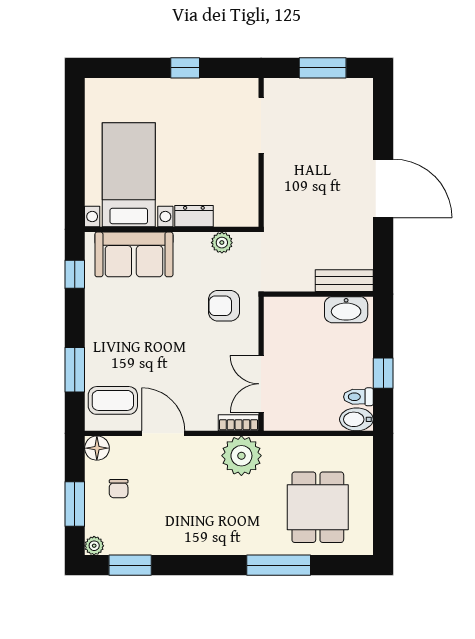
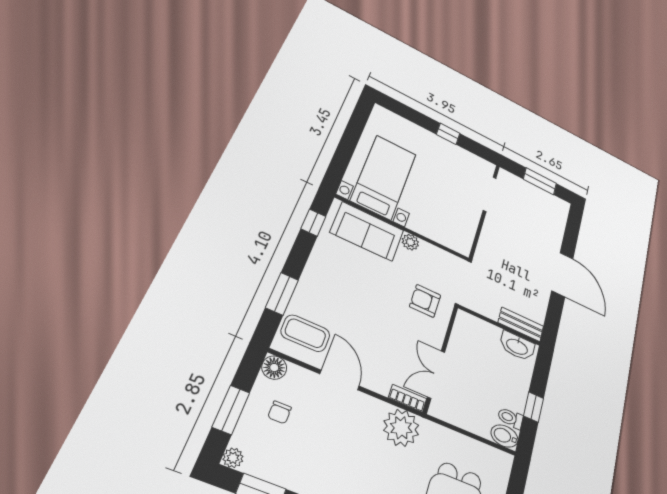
dresser: (194, 216) -> (423, 228), removed
plant: (222, 243) -> (410, 242), moved

